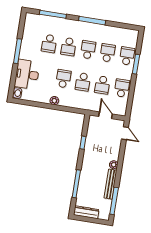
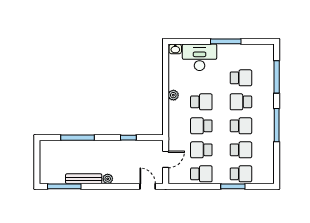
school desk: (49, 44) -> (241, 78), turned 180
door: (125, 133) -> (148, 186), swing flipped
dresser: (86, 212) -> (45, 155), removed

